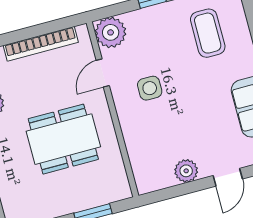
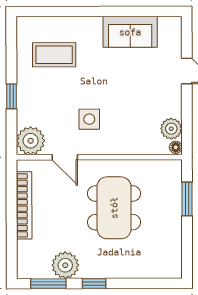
plant: (186, 171) -> (171, 129), moved
floor lamp: (144, 187) -> (176, 147), added

